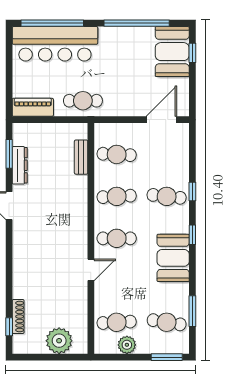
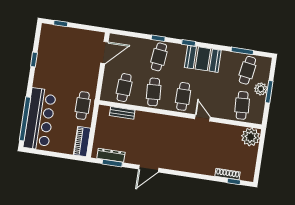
window: (137, 23) -> (34, 60), width x0.32
booth: (172, 52) -> (58, 38), removed
door: (161, 120) -> (104, 52), swing flipped
dresser: (20, 165) -> (111, 155), moved
plant: (59, 341) -> (251, 137), moved
plant: (127, 345) -> (261, 89), moved
window: (167, 357) -> (269, 92), moved

